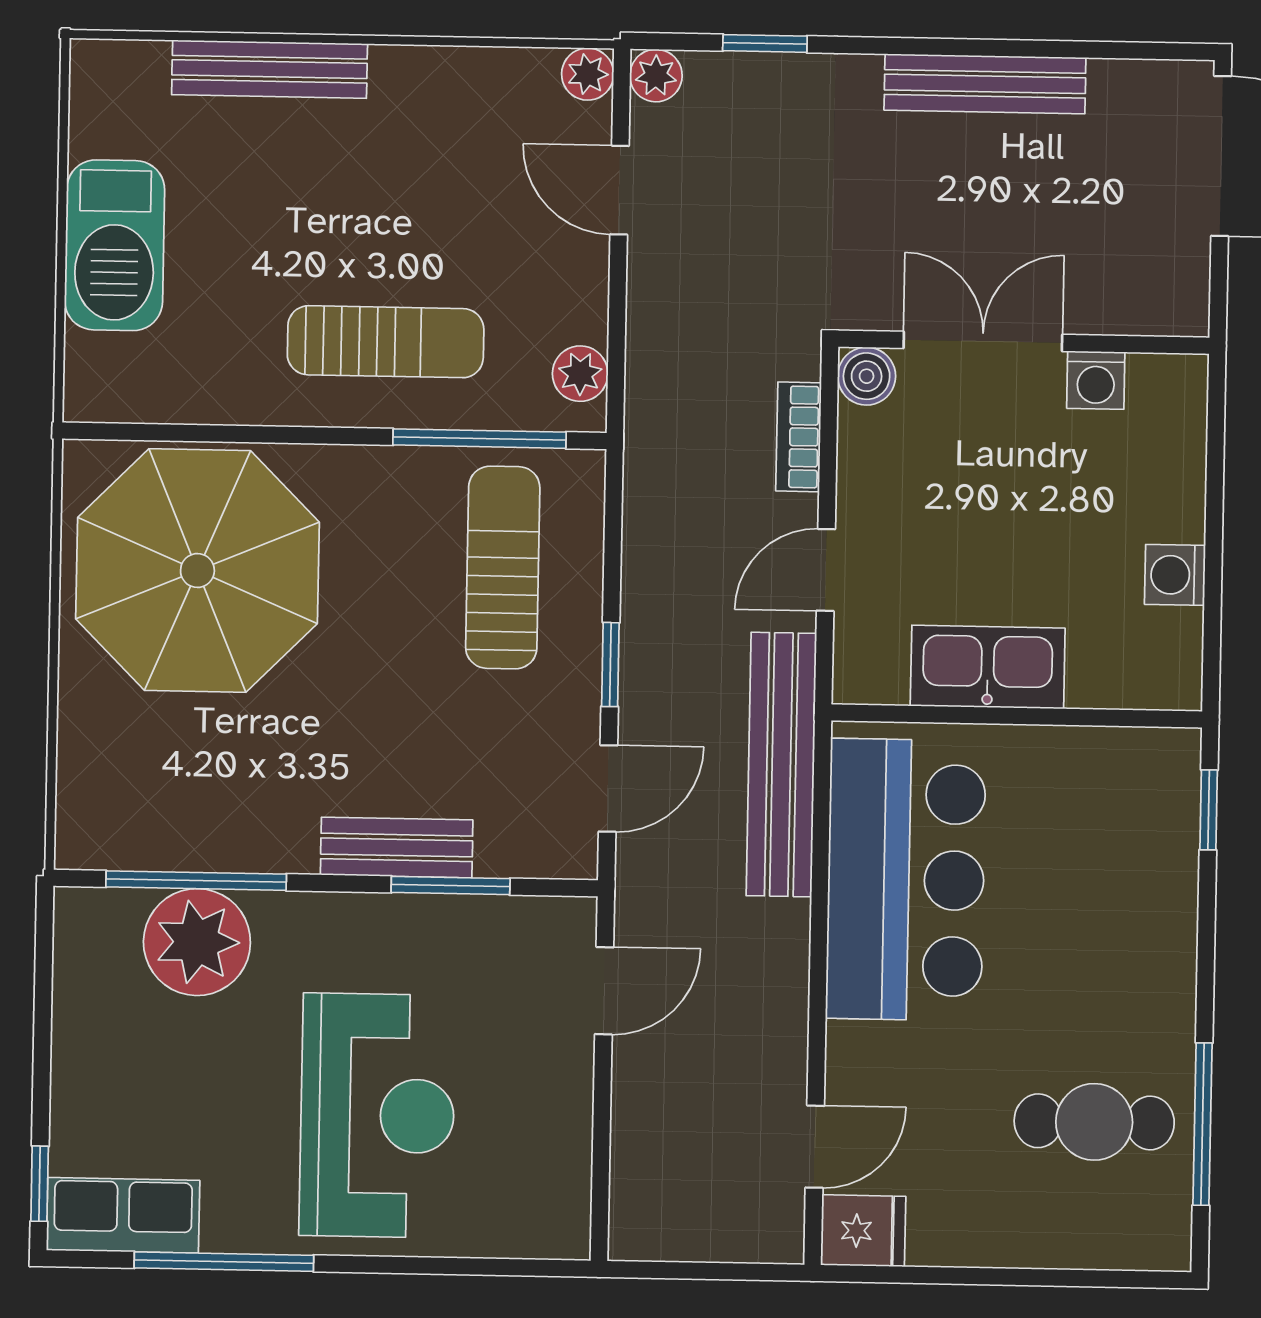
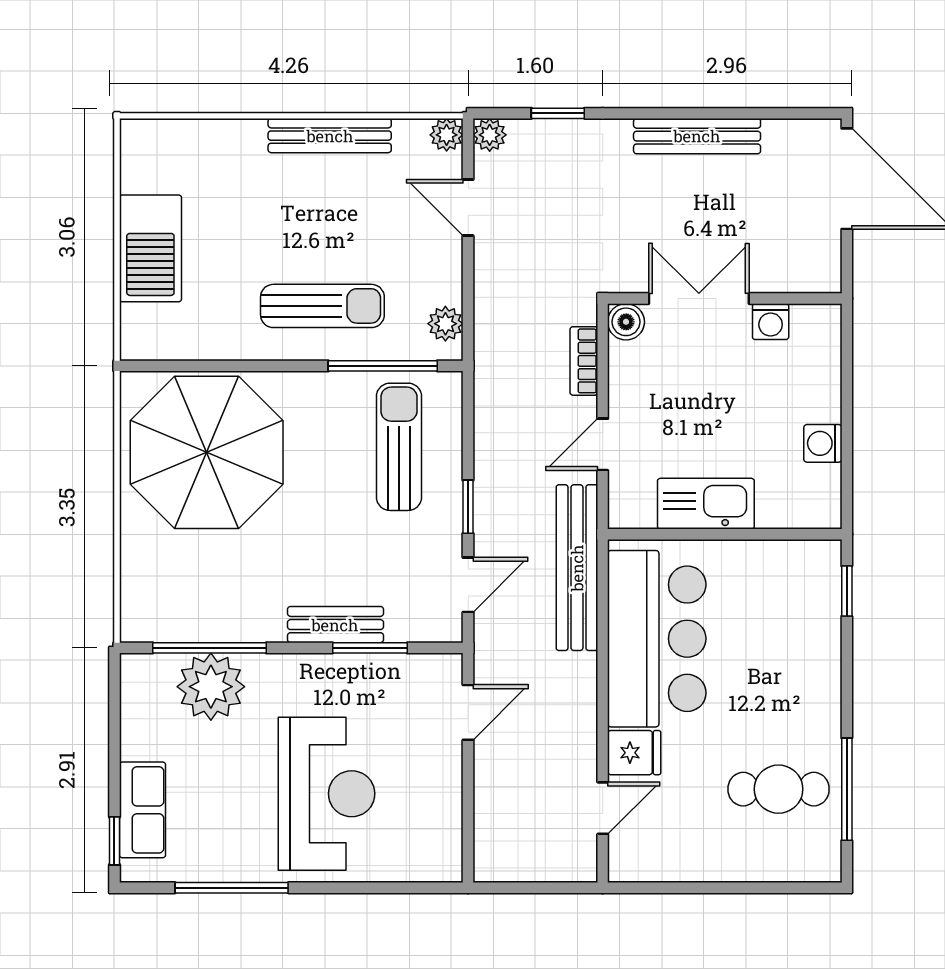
bench: (270, 69) -> (330, 136), moved
row of seats: (123, 1215) -> (142, 810), moved, turned 90
fridge: (863, 1231) -> (634, 753), moved

